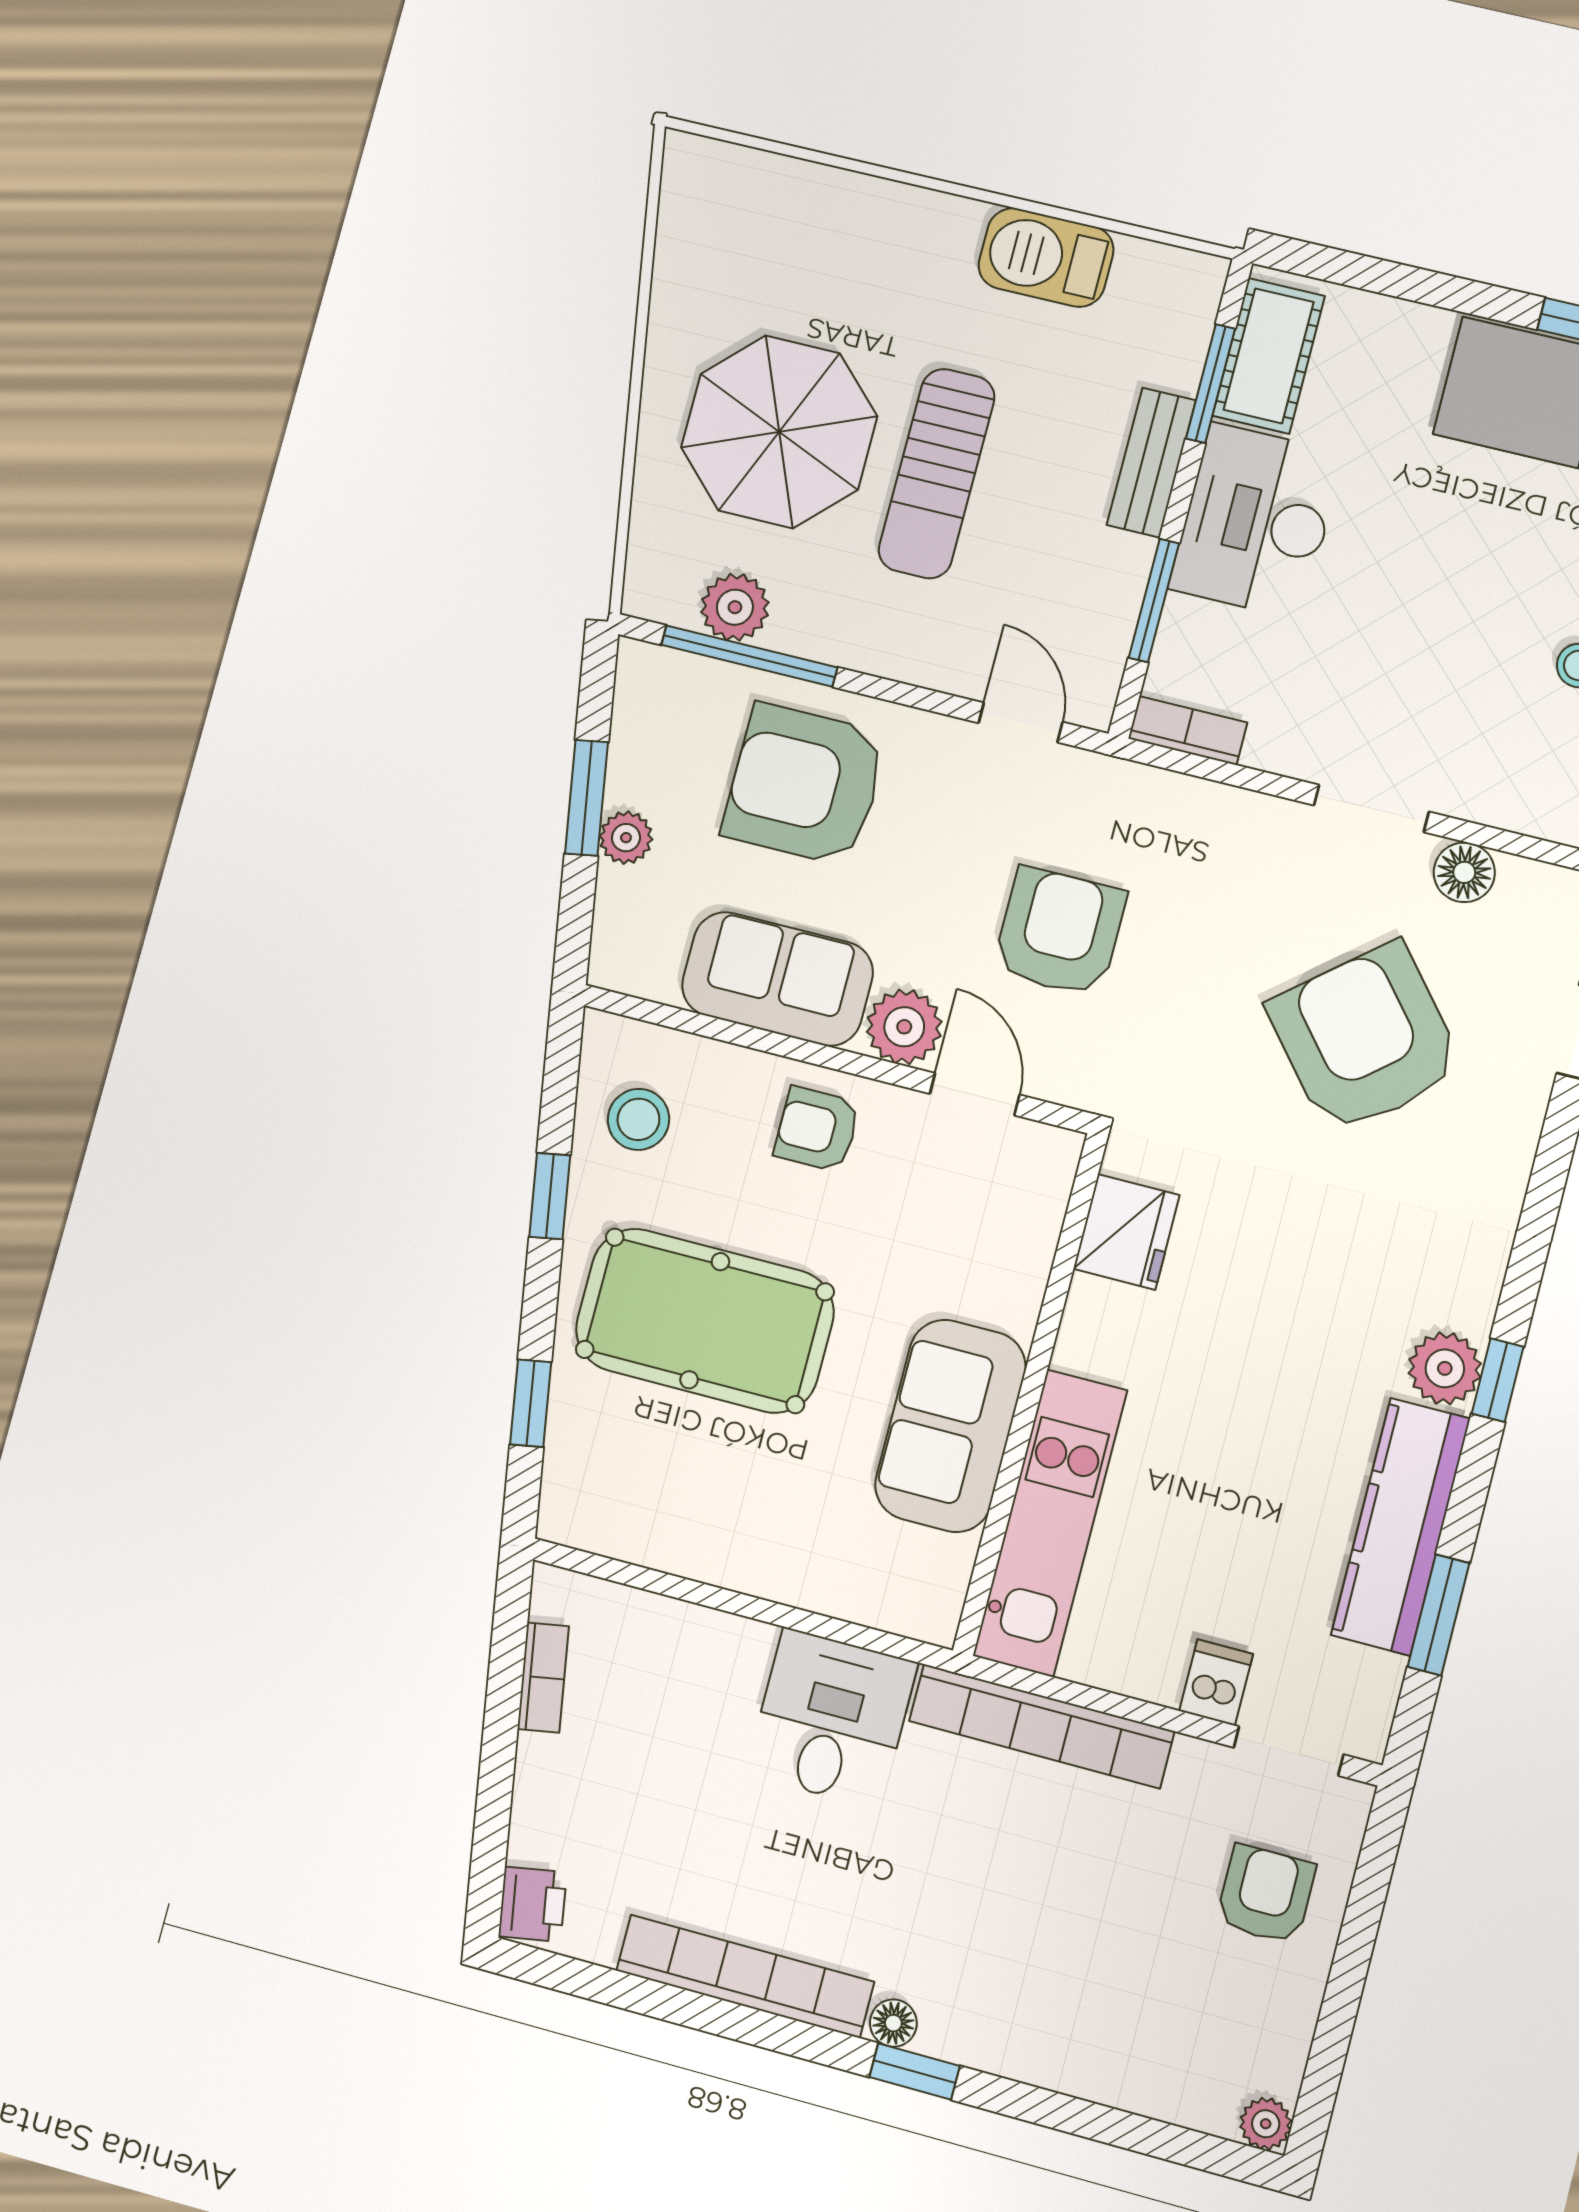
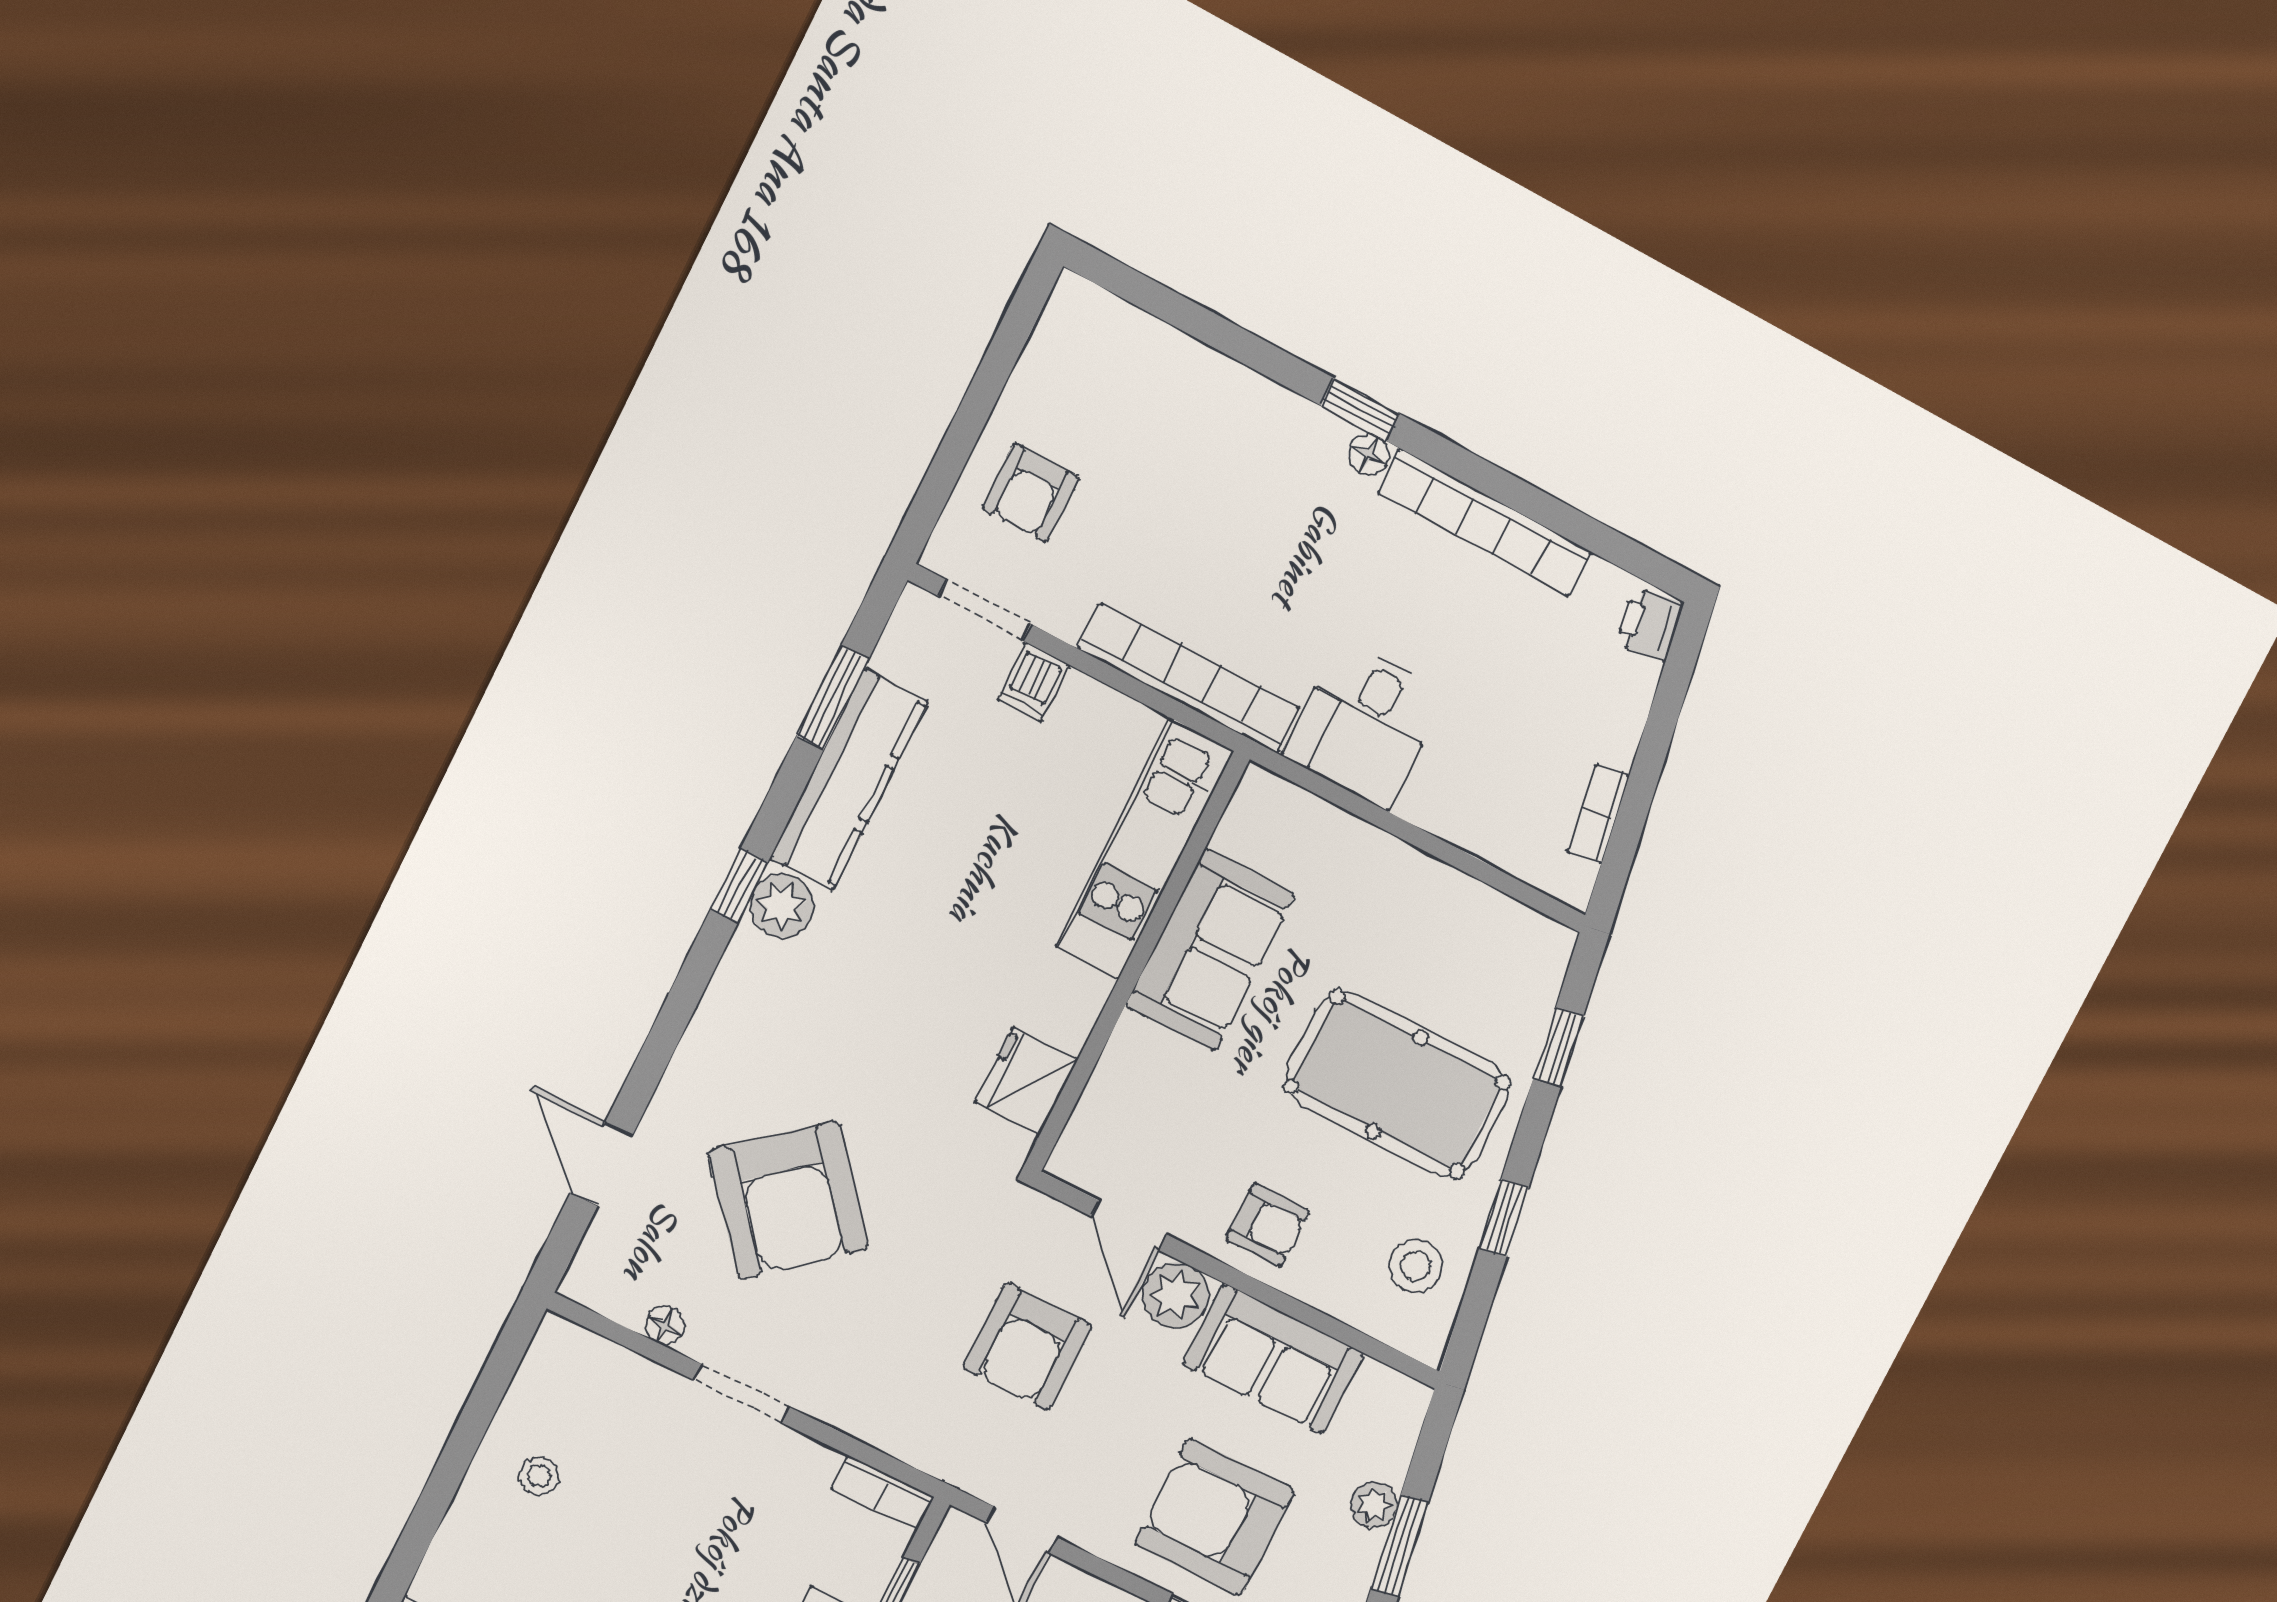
armchair: (805, 784) -> (1215, 1517), turned 180
floor lamp: (1464, 872) -> (665, 1326), width x0.73, depth x0.73
plant: (1266, 2124) -> (1073, 297), removed

